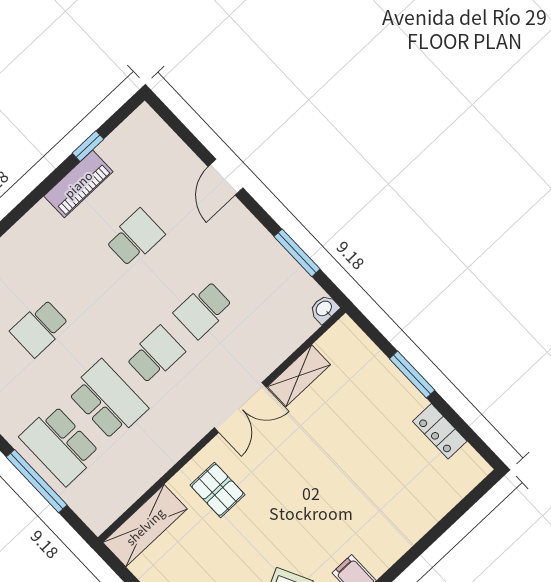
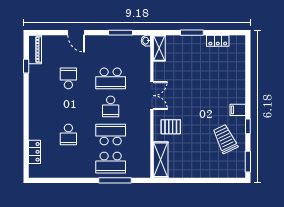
piano: (78, 184) -> (35, 49), moved
school desk: (203, 310) -> (111, 78), width x1.85
school desk: (155, 355) -> (111, 106), turned 180
shelving: (299, 376) -> (159, 48), moved

